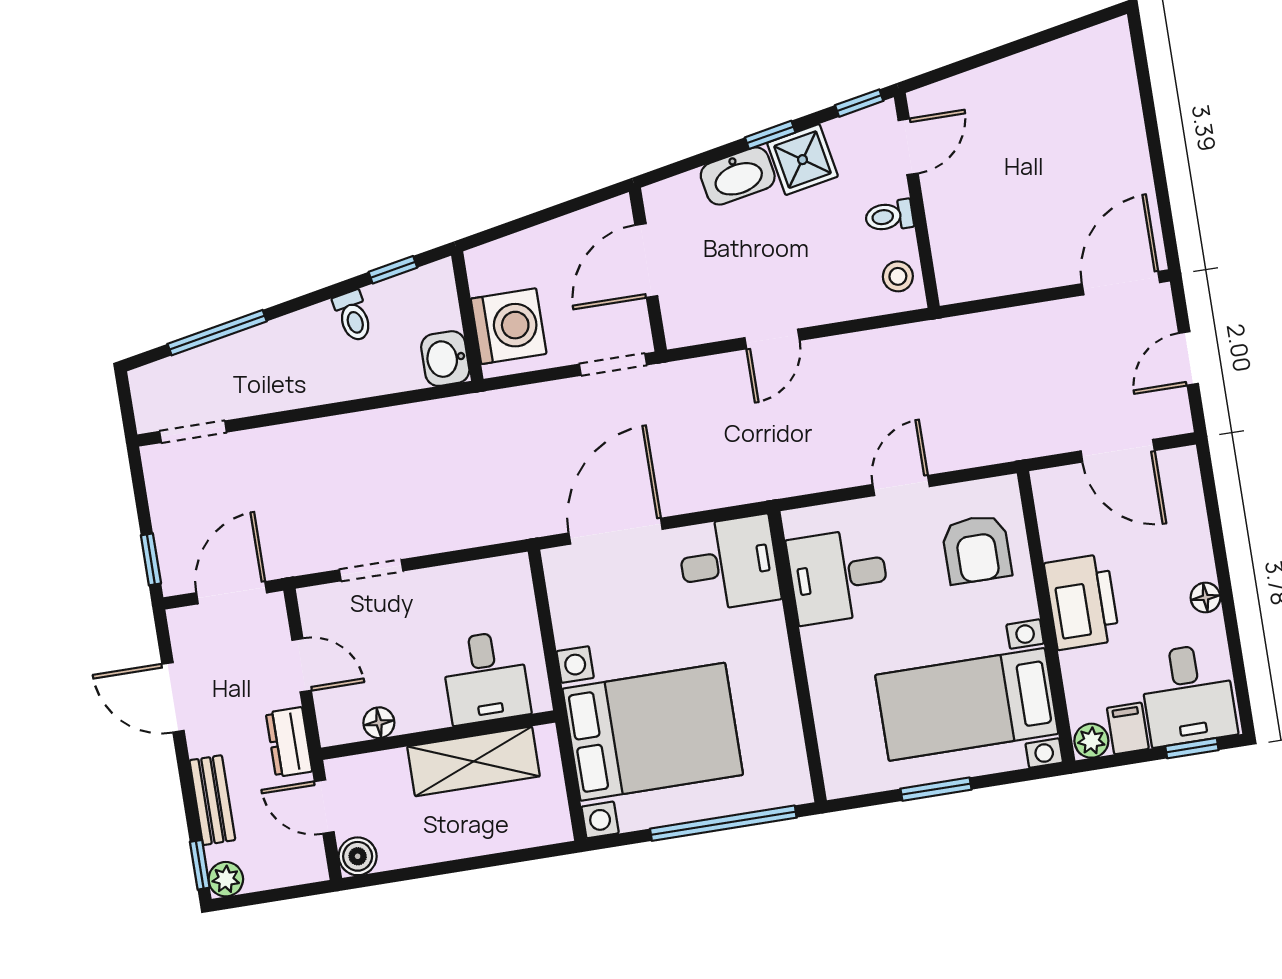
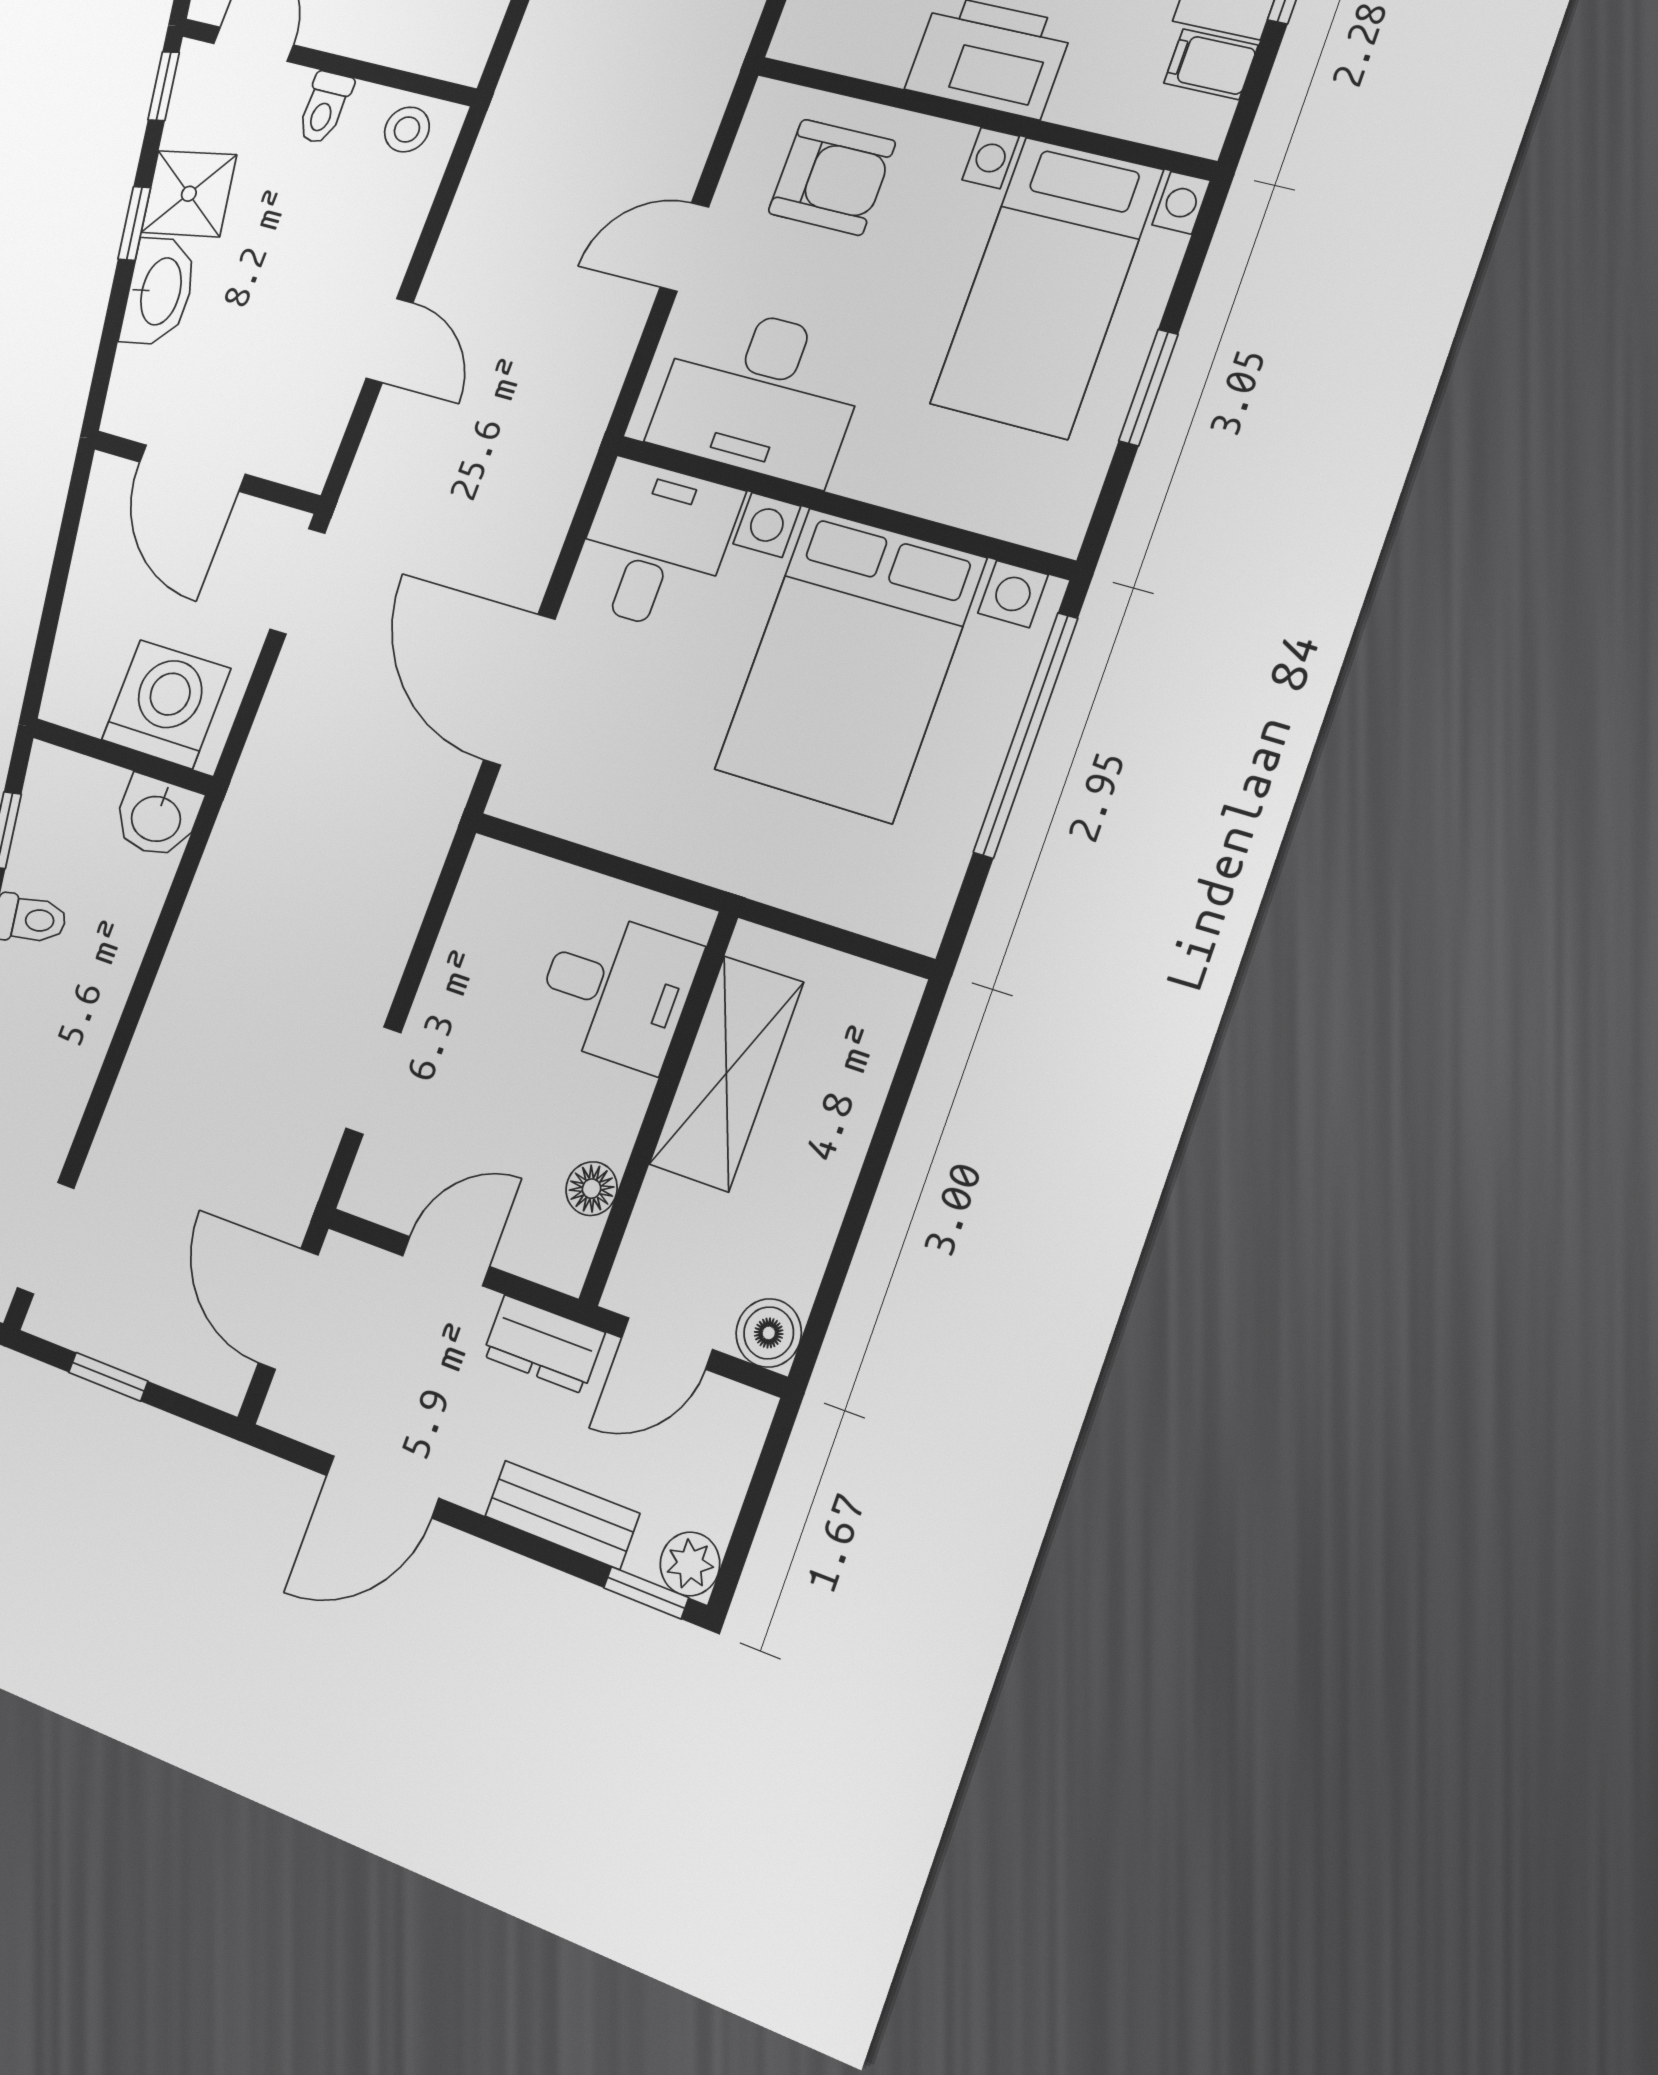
door: (901, 485) -> (684, 247), hinge flipped
window: (151, 559) -> (108, 1377), moved
desk: (838, 576) -> (760, 394), width x1.37
bed with nightstands: (653, 732) -> (850, 664), moved, turned 180
plant: (1091, 741) -> (1201, 125), removed

